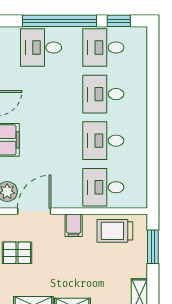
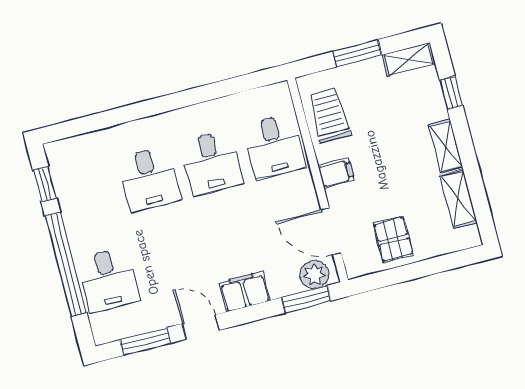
desk: (103, 48) -> (86, 196), removed
trolley: (115, 231) -> (329, 115), turned 180
window: (153, 247) -> (357, 53), moved

